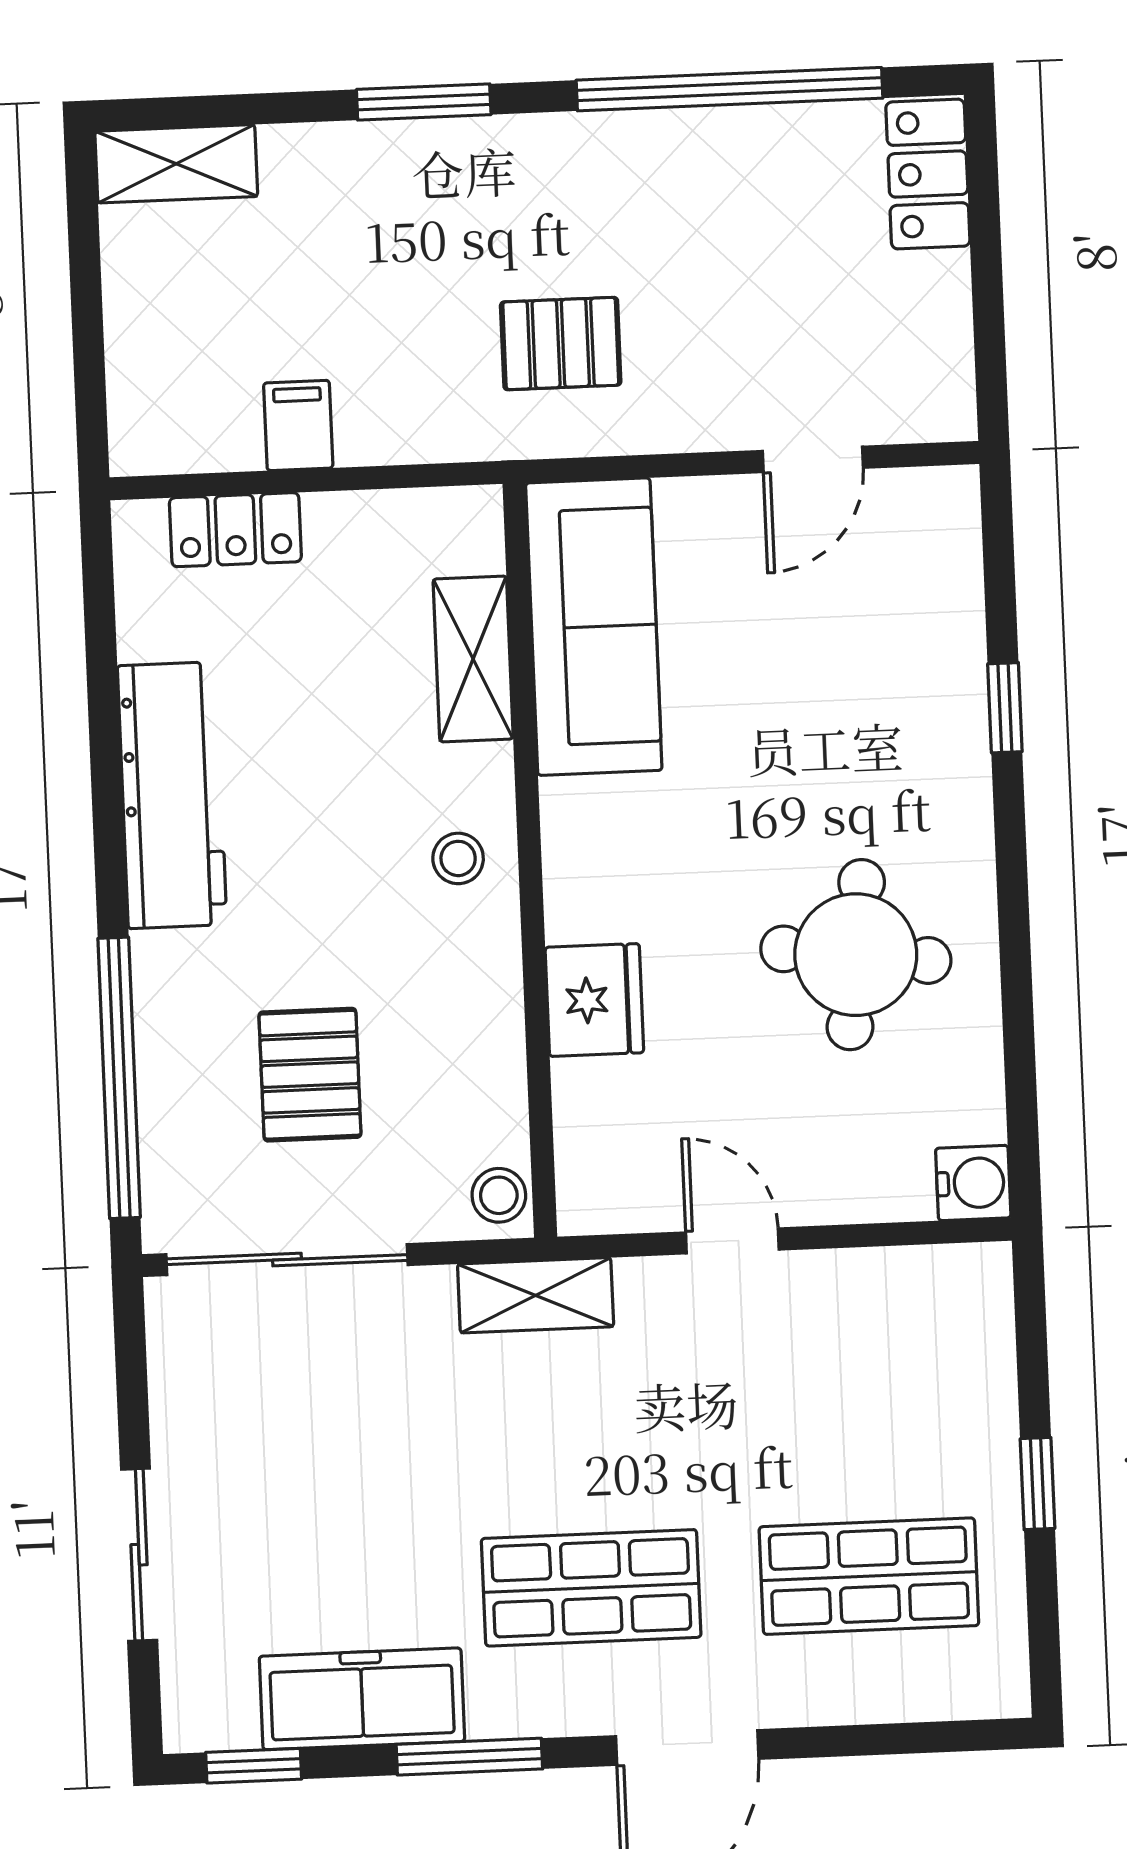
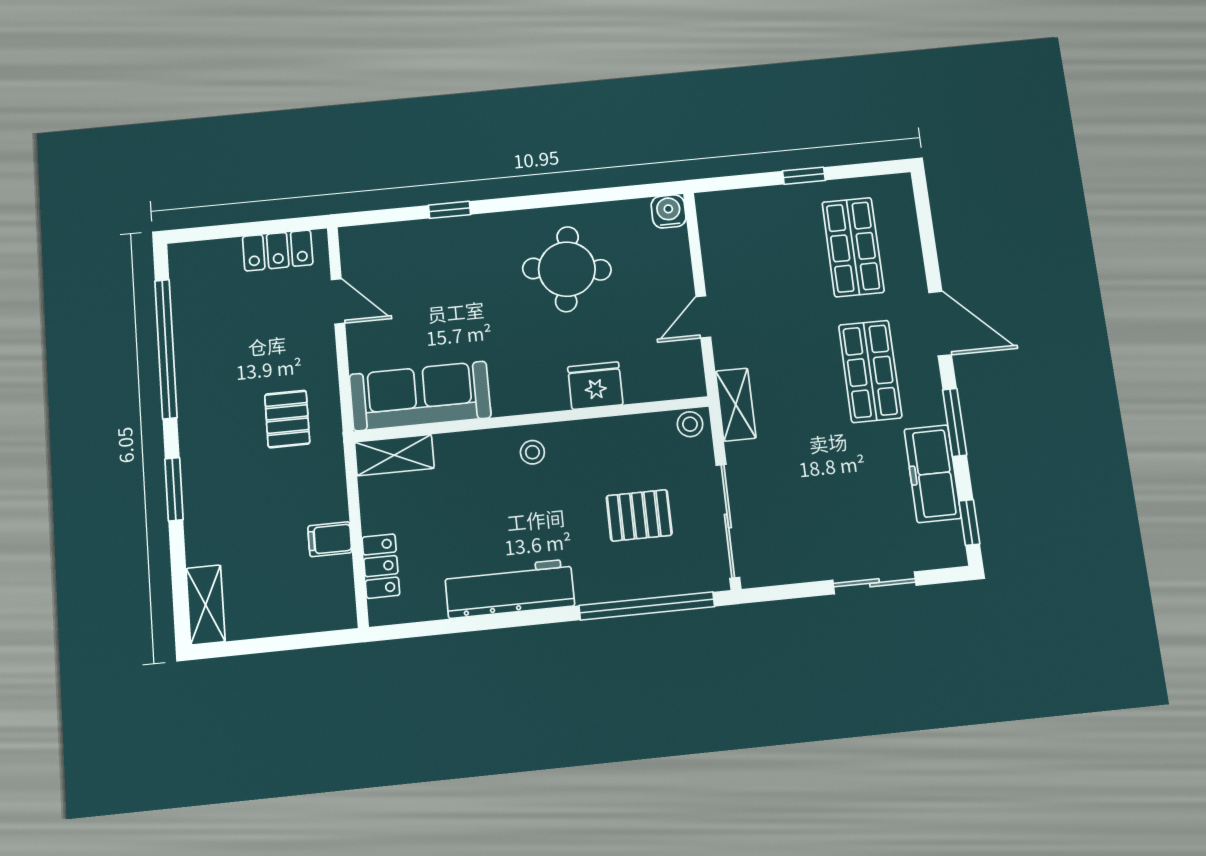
locker: (928, 174) -> (278, 251), moved
shelving: (473, 659) -> (394, 455), moved

